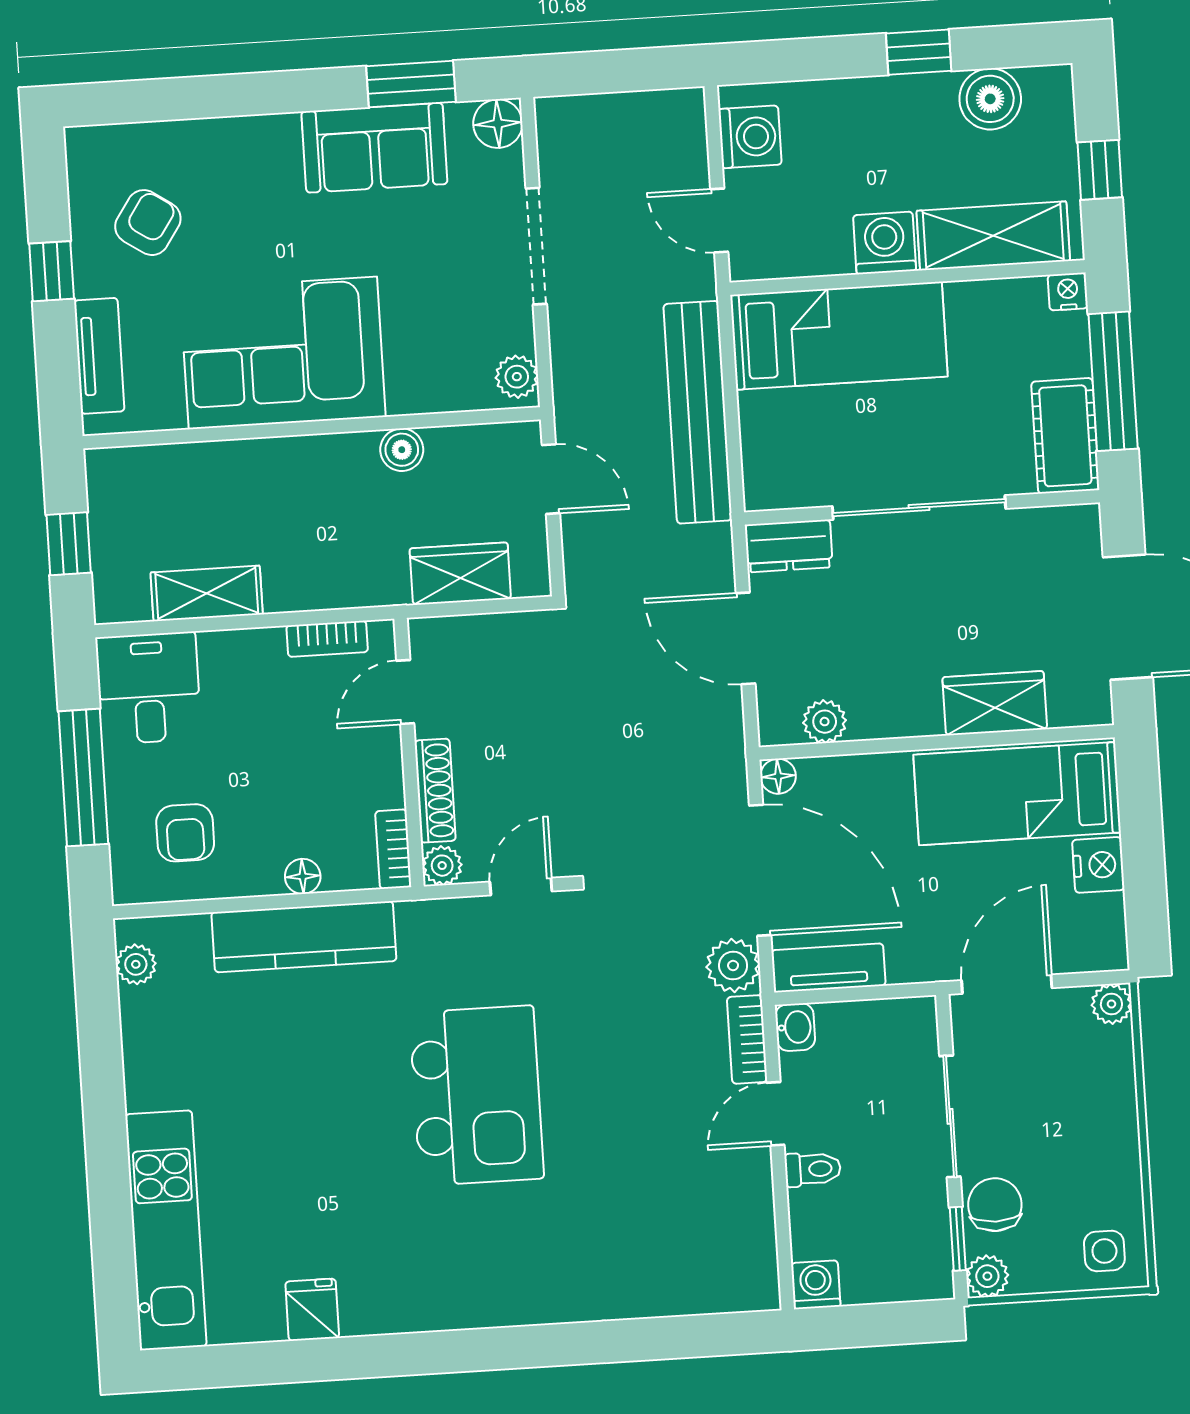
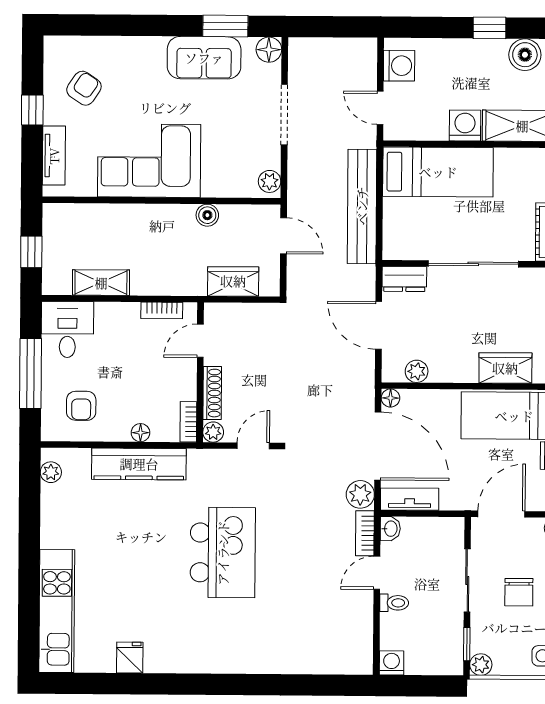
chair: (995, 1205) -> (519, 592), moved, turned 180

